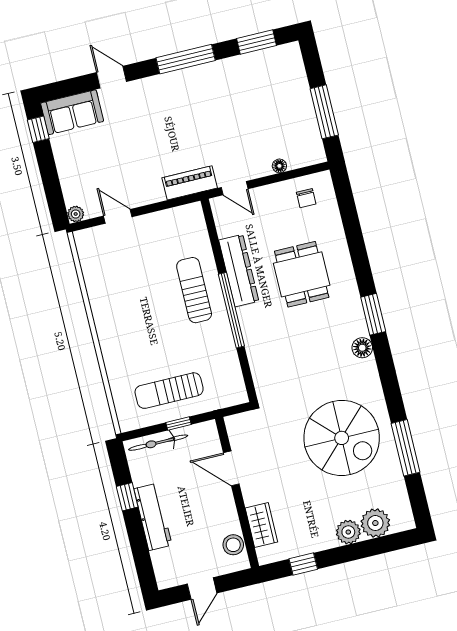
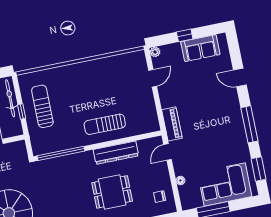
door: (112, 77) -> (240, 78), swing flipped
corner sofa: (283, 95) -> (225, 184), added
sofa: (72, 112) -> (200, 48), moved, turned -90
window: (38, 129) -> (185, 35), moved
sun lounger: (194, 290) -> (105, 124), turned 180
window: (231, 310) -> (61, 153), moved

